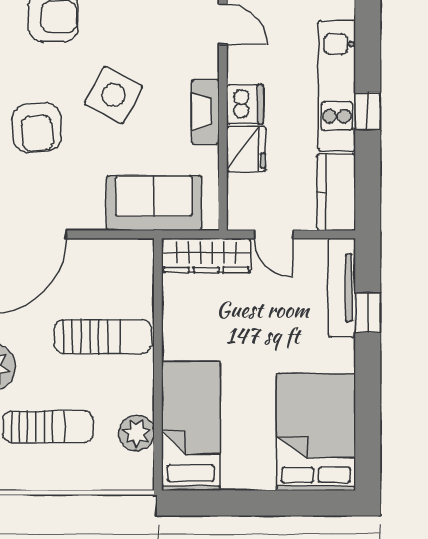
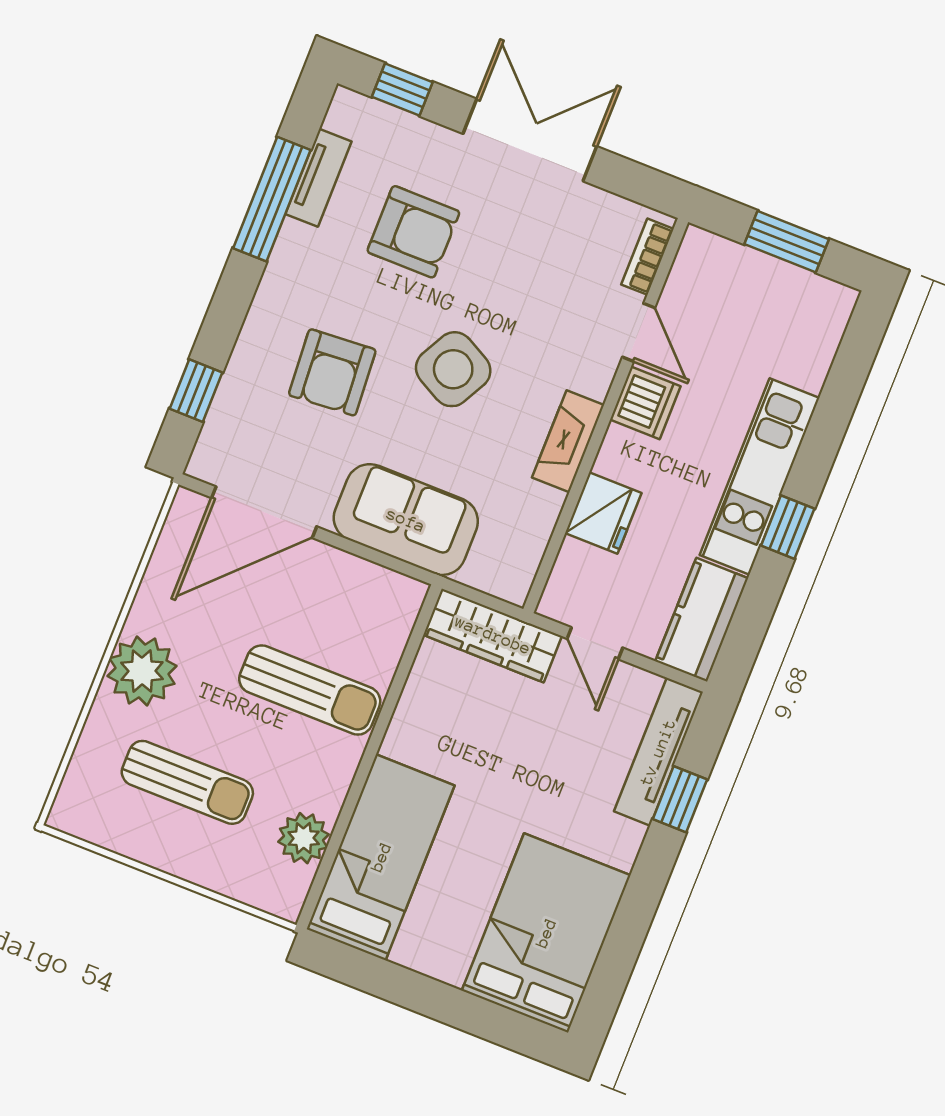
dishwasher: (245, 104) -> (645, 403), moved
sofa: (154, 203) -> (406, 520), moved

